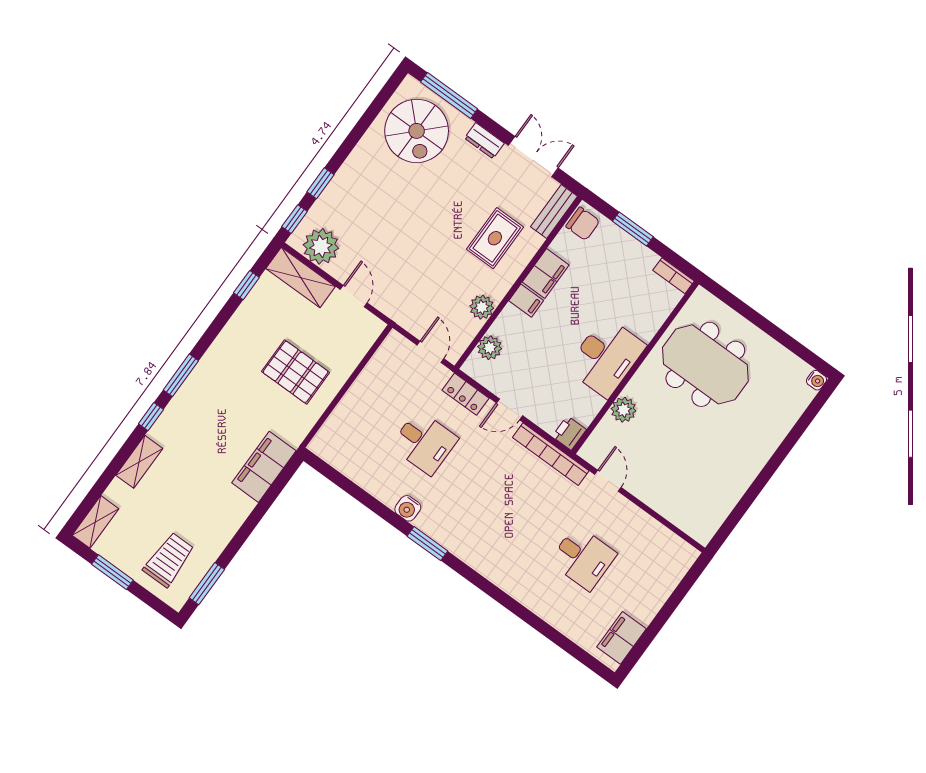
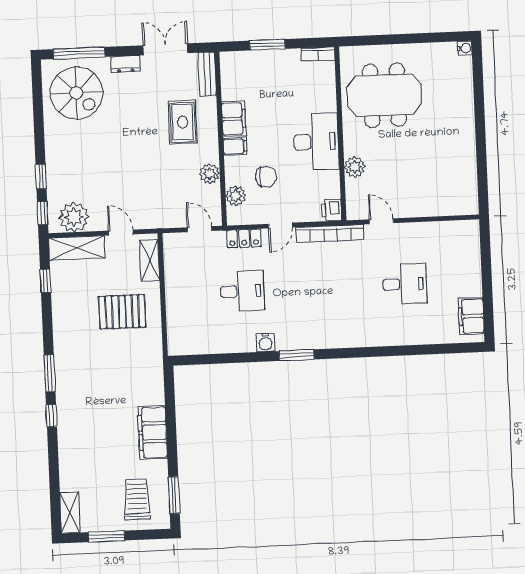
chair: (583, 224) -> (266, 177), moved
shelving: (139, 462) -> (150, 260), moved
filing cabinet: (264, 467) -> (153, 432), moved

